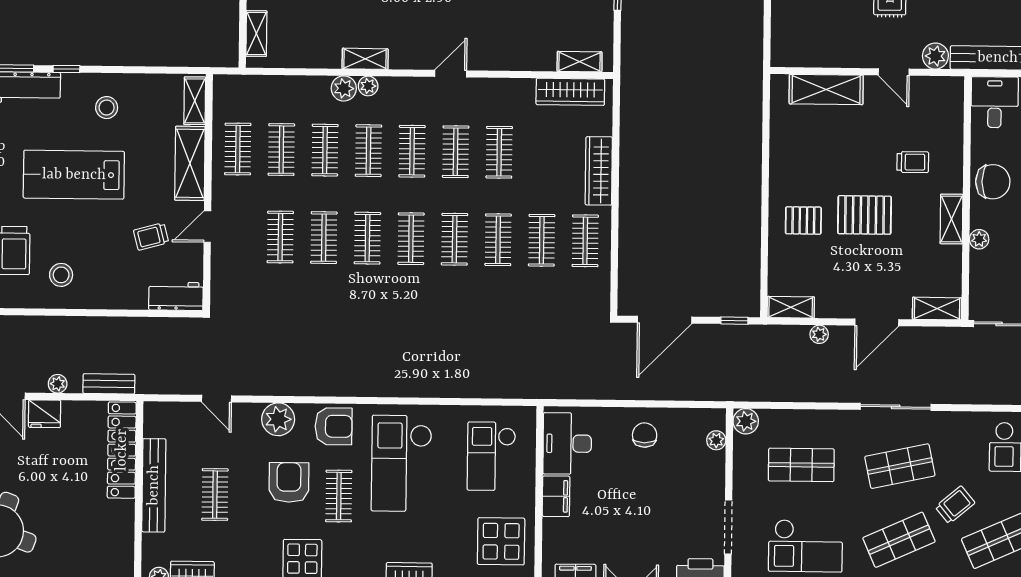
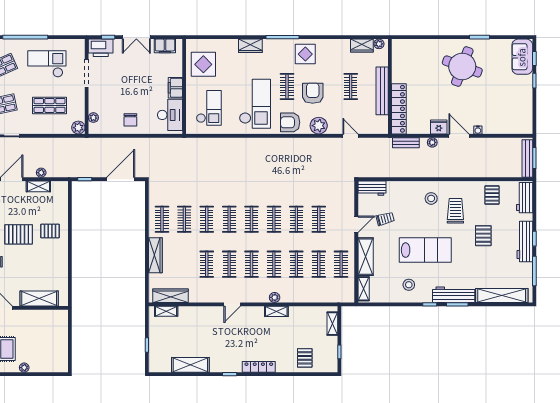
plant: (344, 88) -> (287, 296), removed
shelving: (791, 307) -> (38, 186), moved
armchair: (289, 482) -> (313, 93), turned 180

